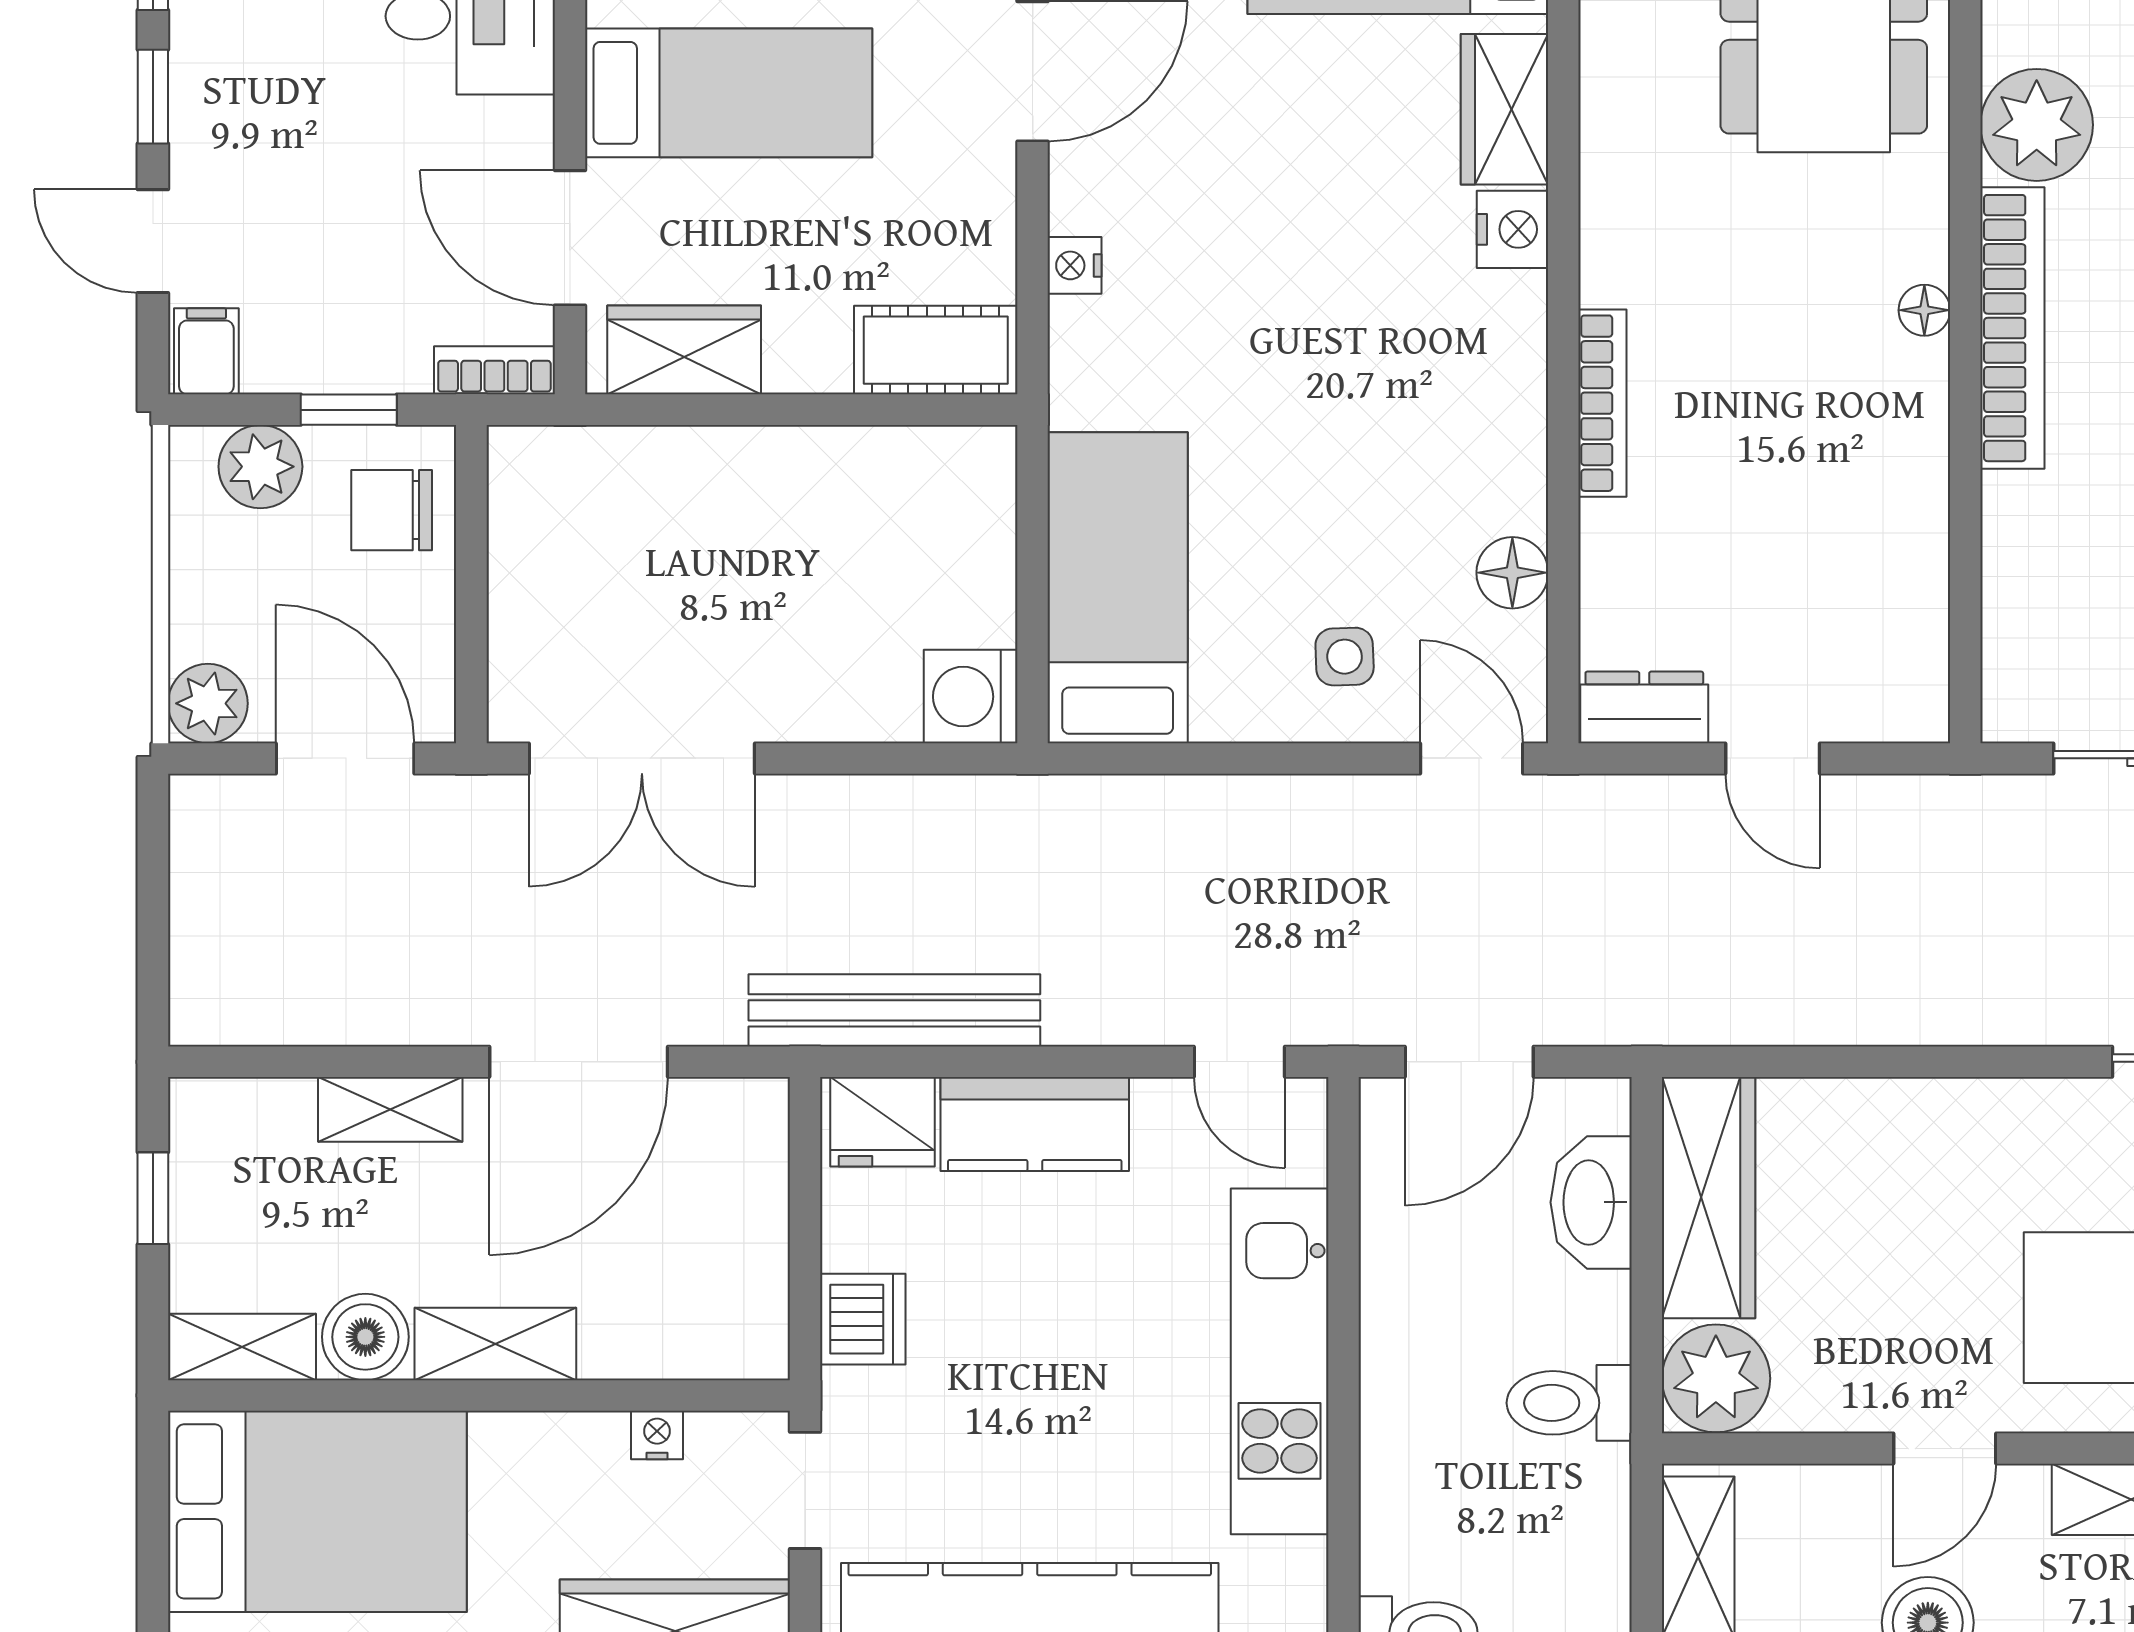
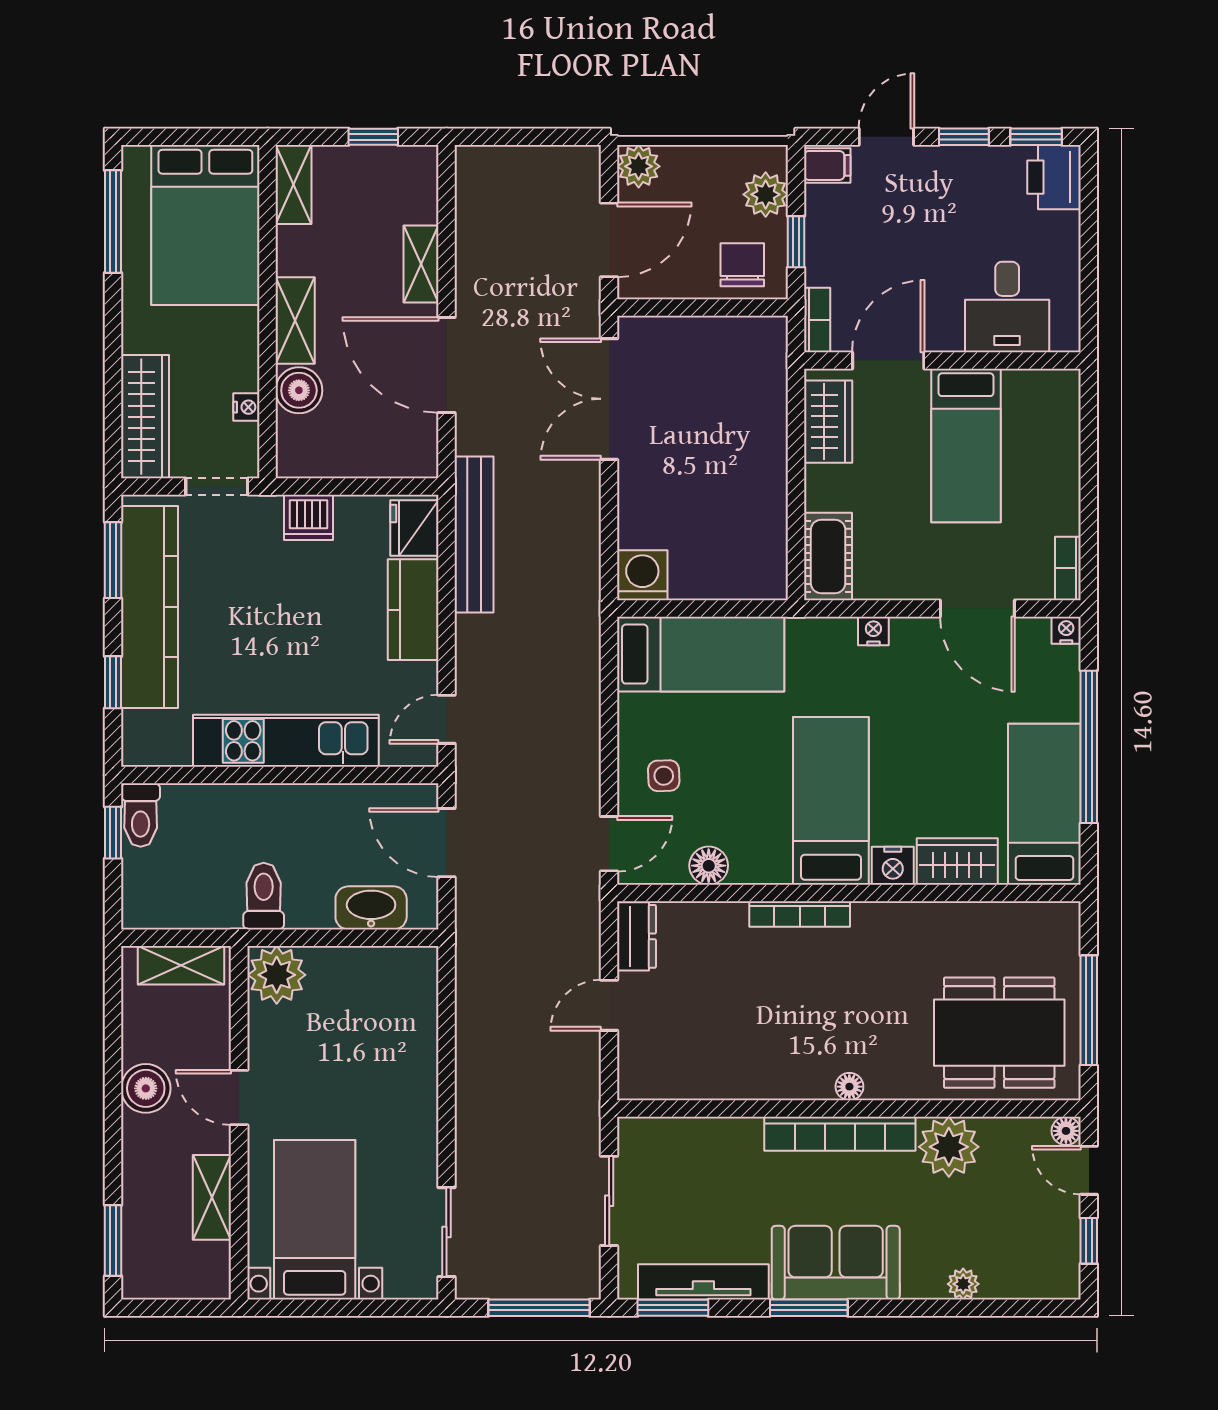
bed: (1392, 345) -> (831, 801), added
wardrobe: (1709, 1198) -> (374, 971), removed
boiler: (365, 1337) -> (299, 390), moved

